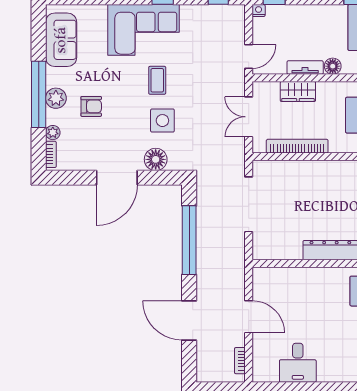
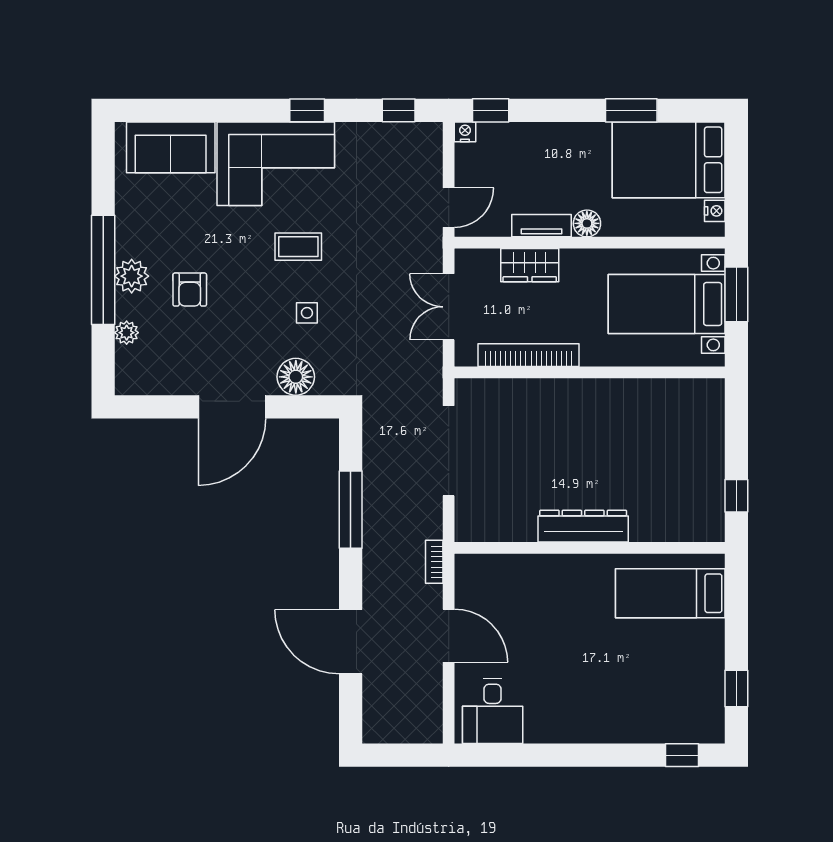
sofa: (61, 40) -> (171, 147), moved, turned 90
coffee table: (157, 80) -> (298, 247), turned 90
armchair: (91, 106) -> (190, 290), turned 90
side table: (162, 121) -> (307, 313), width x0.54, depth x0.54
bookcase: (51, 154) -> (123, 369), removed
window: (189, 240) -> (351, 510), width x0.68
bookcase: (240, 361) -> (434, 562), moved
desk: (298, 363) -> (493, 711), moved

